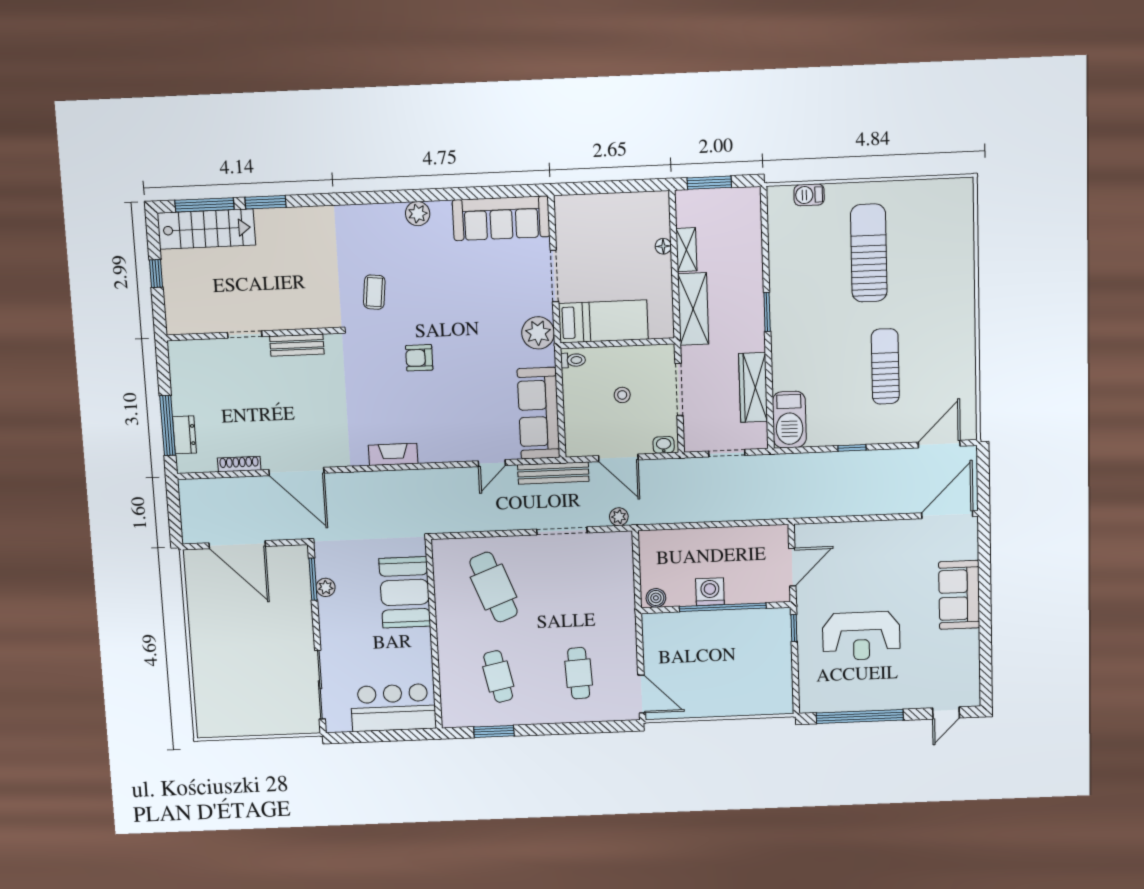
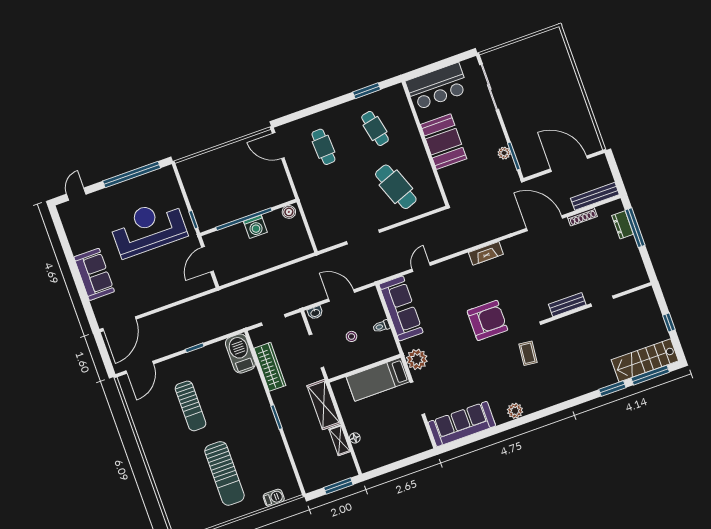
armchair: (419, 358) -> (487, 320), width x1.88, depth x1.88
toilet: (573, 360) -> (381, 326), moved
bench: (553, 473) -> (595, 196), moved
plant: (619, 517) -> (329, 258), removed
booth: (405, 592) -> (444, 142), moved
reception desk: (861, 636) -> (148, 228), width x1.36, depth x1.30

